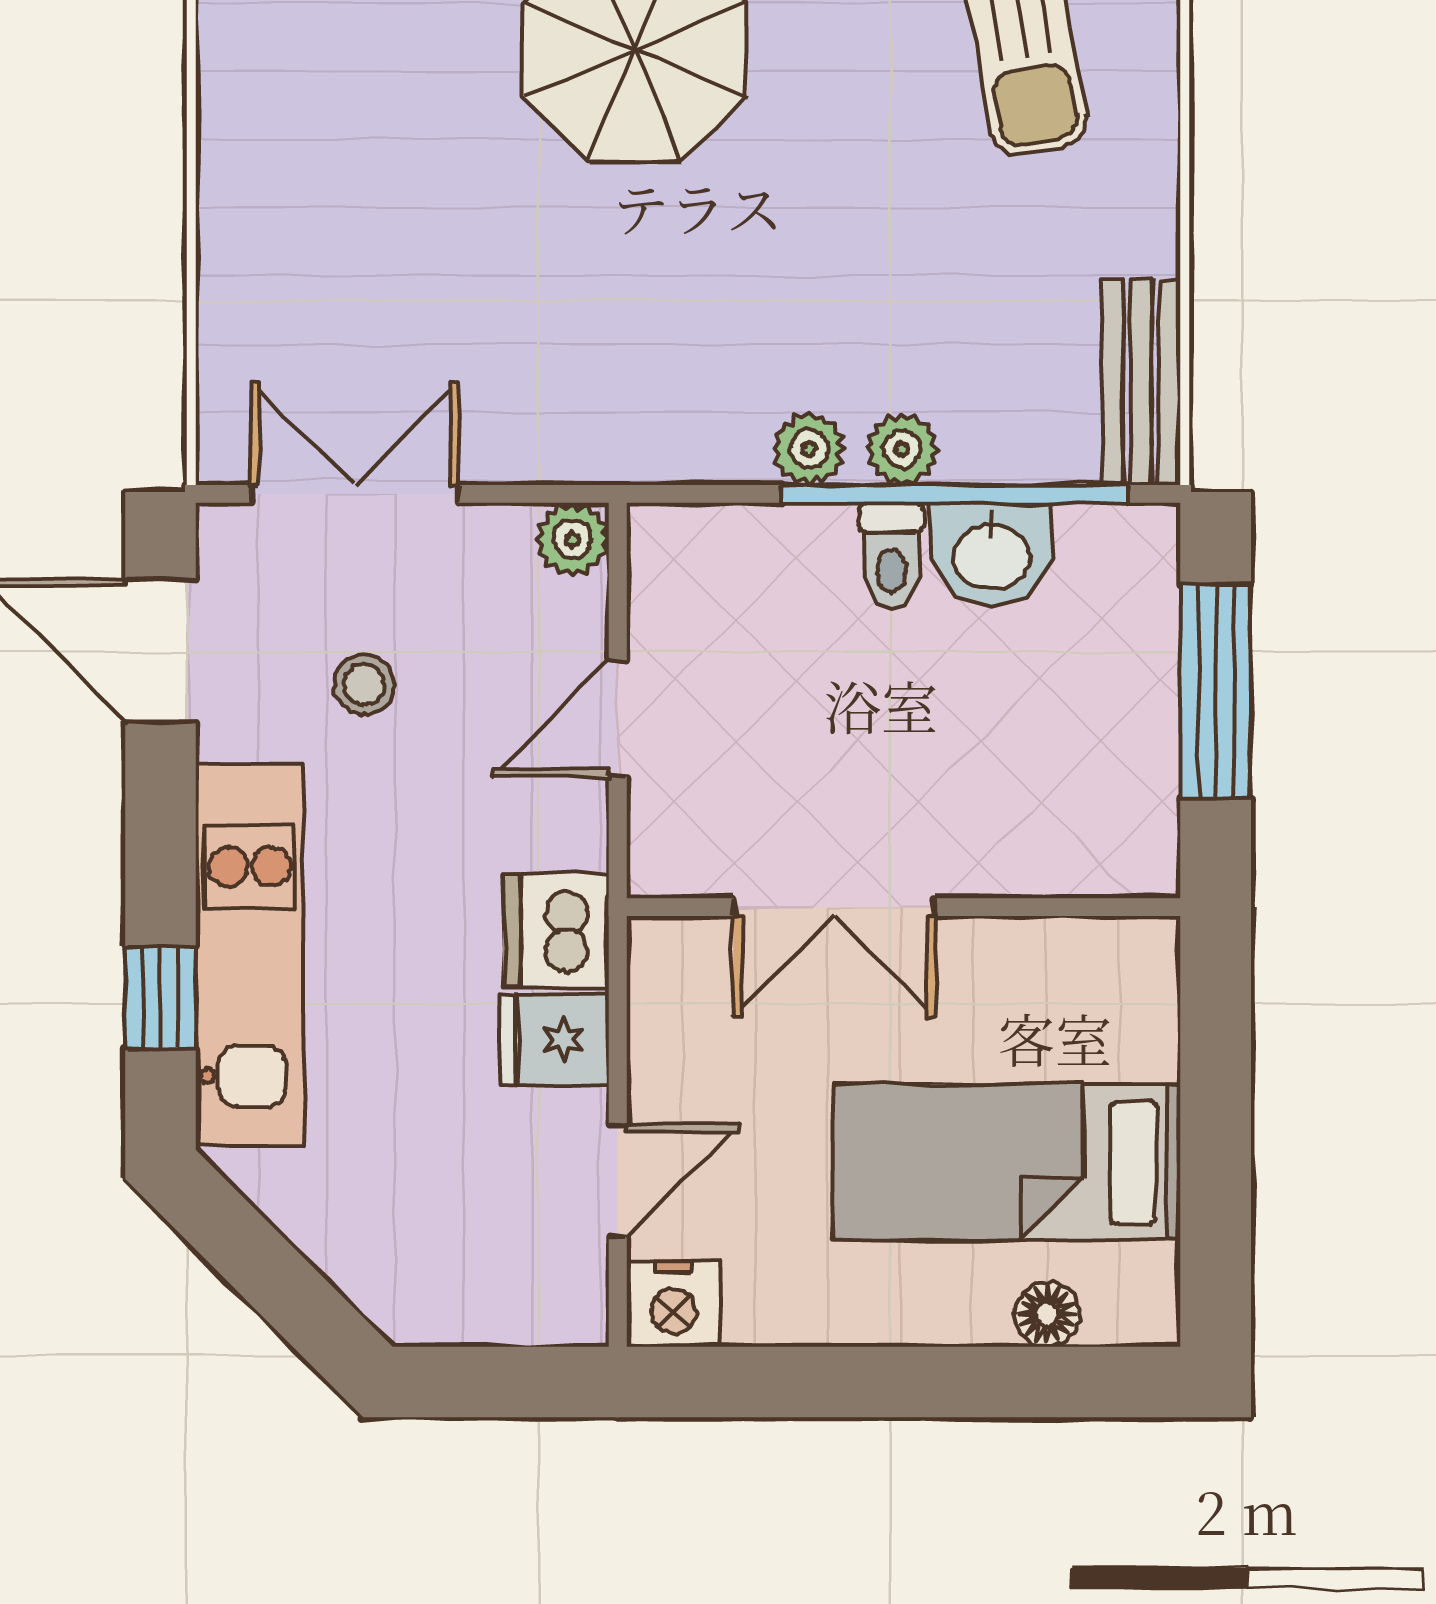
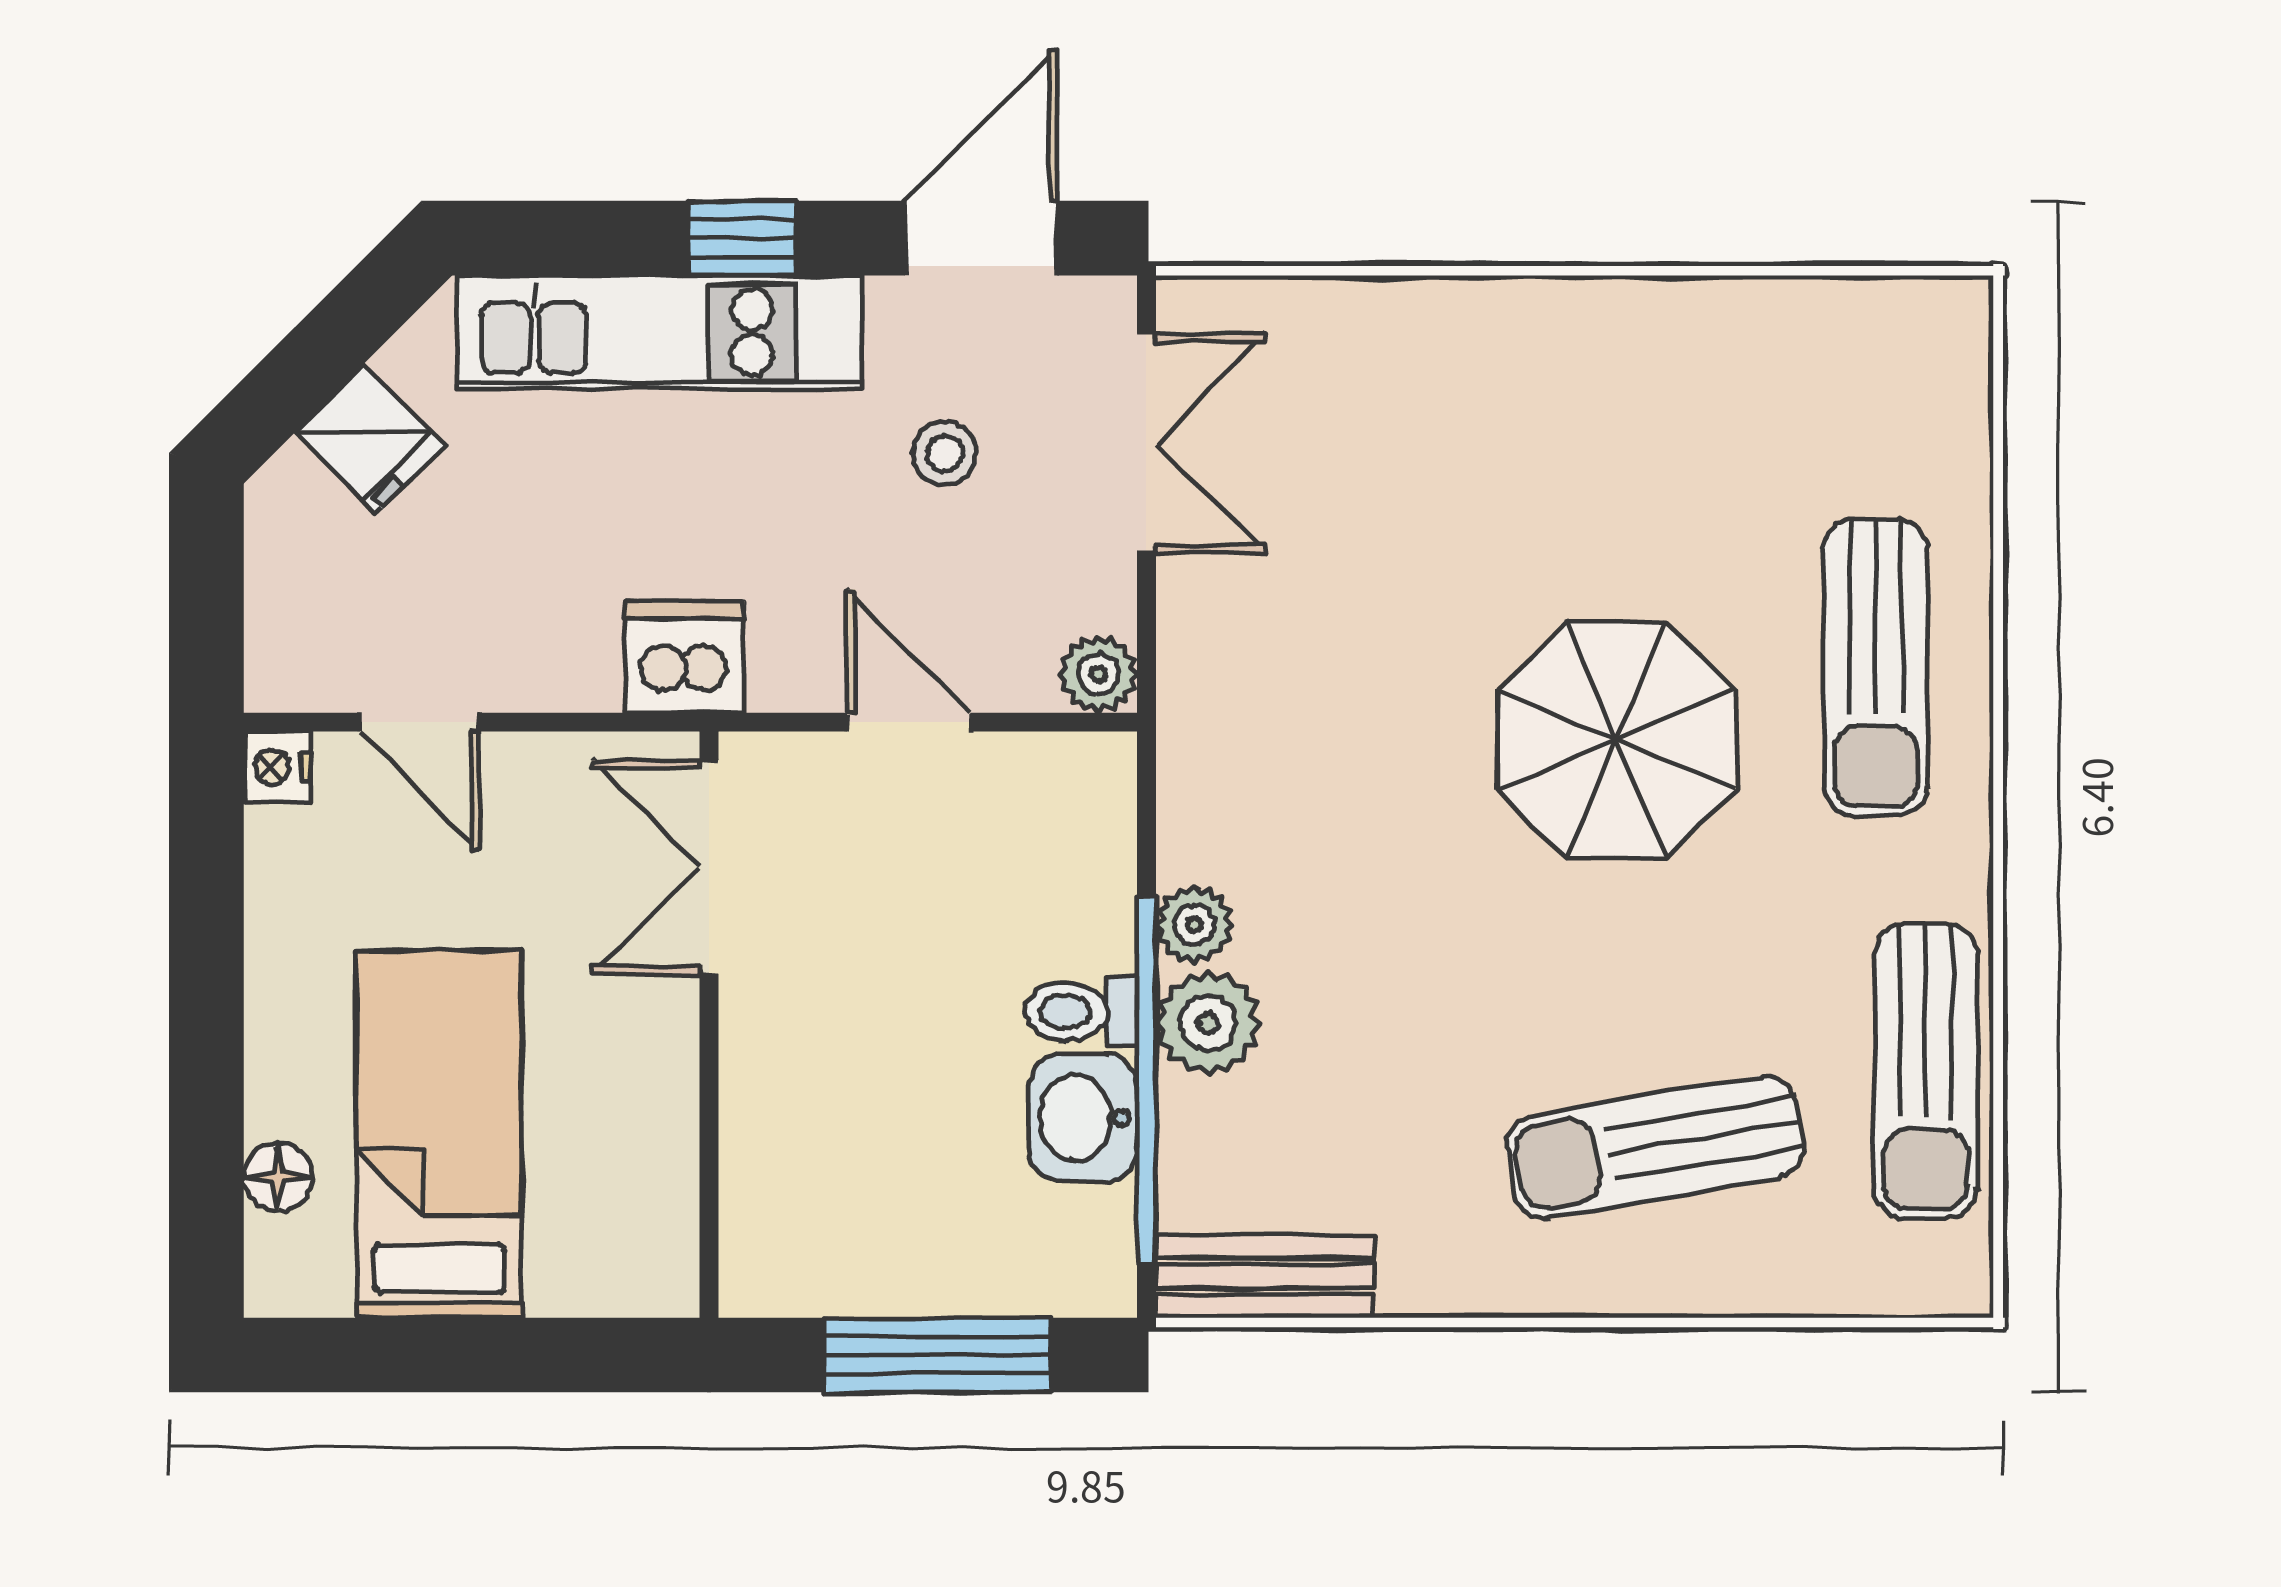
plant: (902, 449) -> (1208, 1023), width x1.38, depth x1.38
double door: (835, 907) -> (709, 867), moved
window: (161, 998) -> (742, 238), moved
fridge: (554, 1040) -> (370, 439), moved, turned 135
nightstand: (673, 1304) -> (277, 767), width x0.72, depth x0.74

